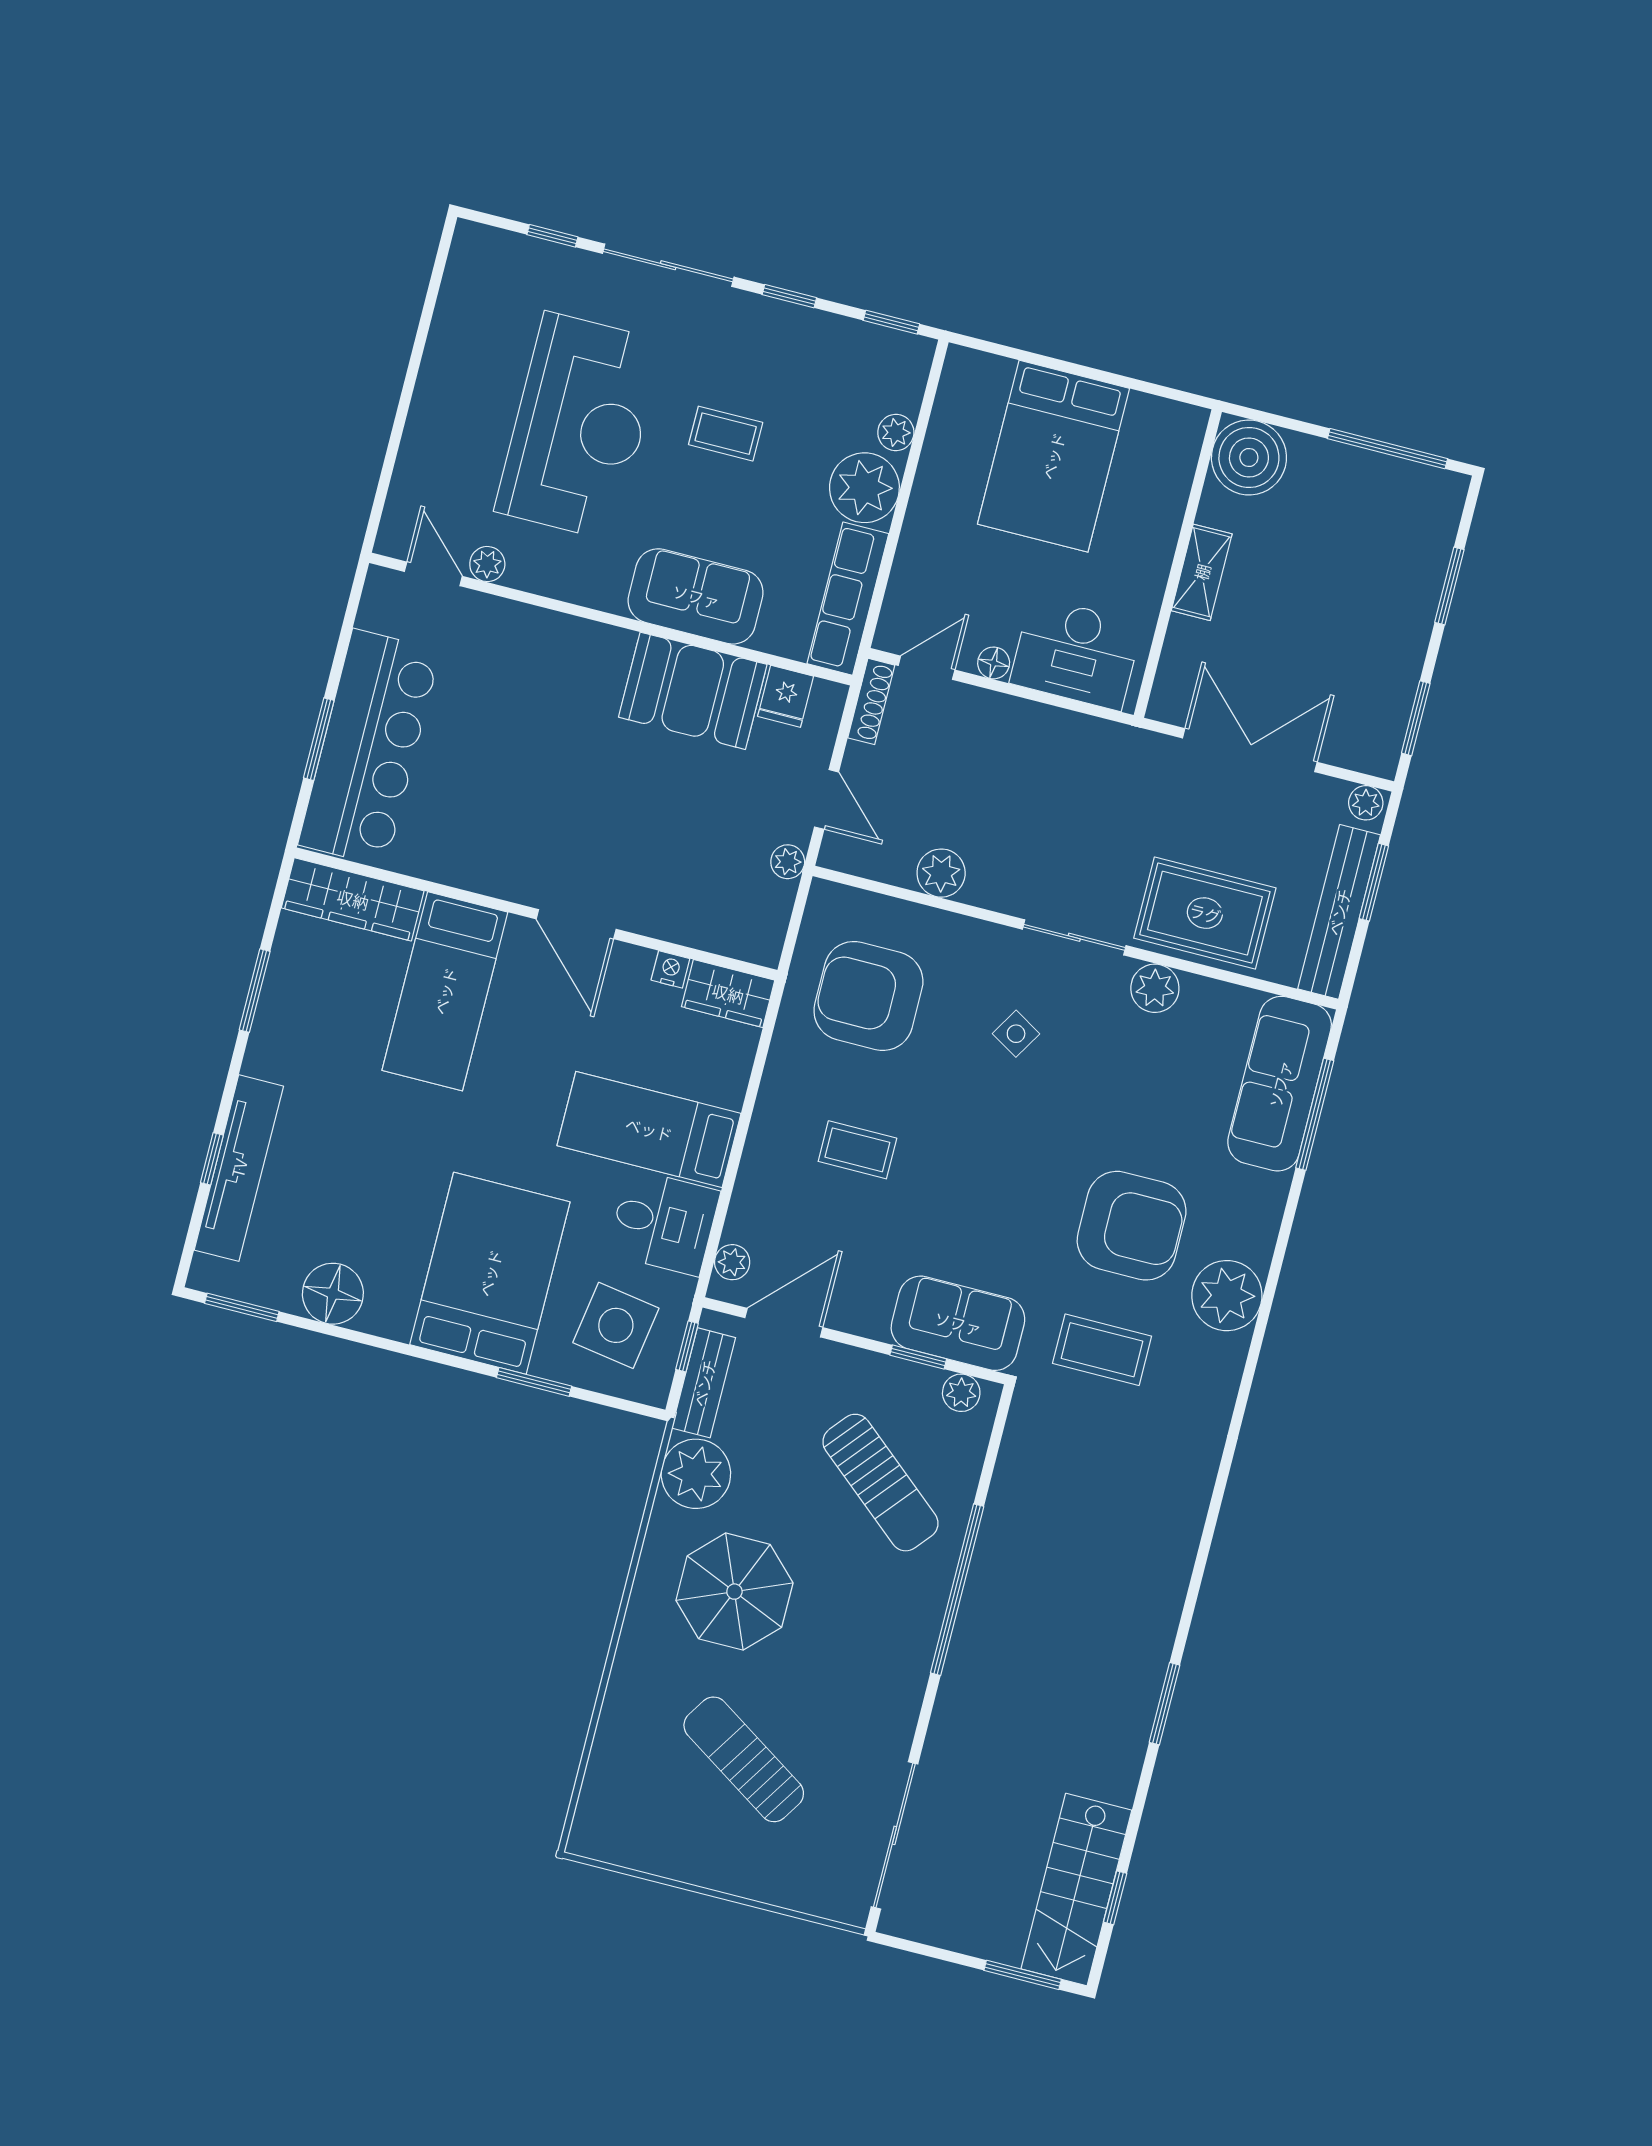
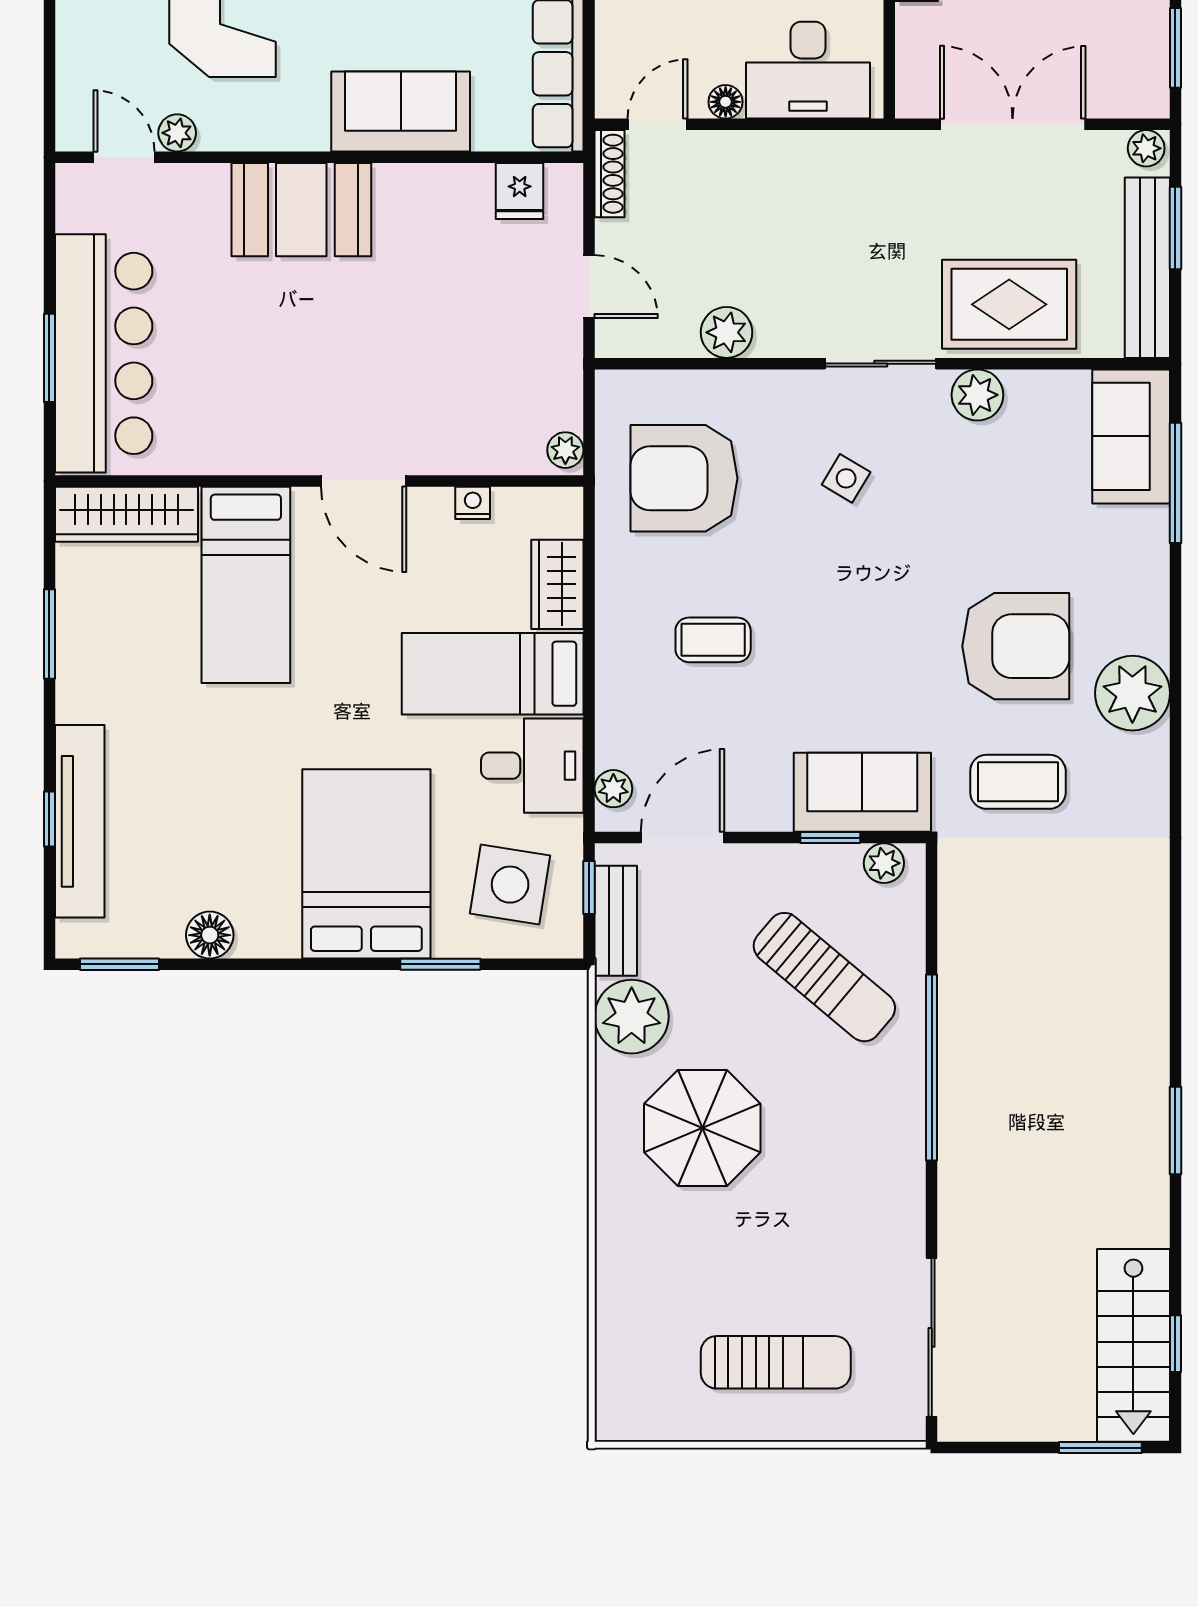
booth: (693, 691) -> (301, 210), moved
plant: (788, 862) -> (565, 450), moved
wardrobe: (728, 993) -> (557, 584), moved, turned 90
sofa: (1280, 1084) -> (1131, 436), width x0.73
floor lamp: (333, 1294) -> (210, 935), width x0.73, depth x0.73
sun lounger: (744, 1759) -> (776, 1362), moved, turned 147

